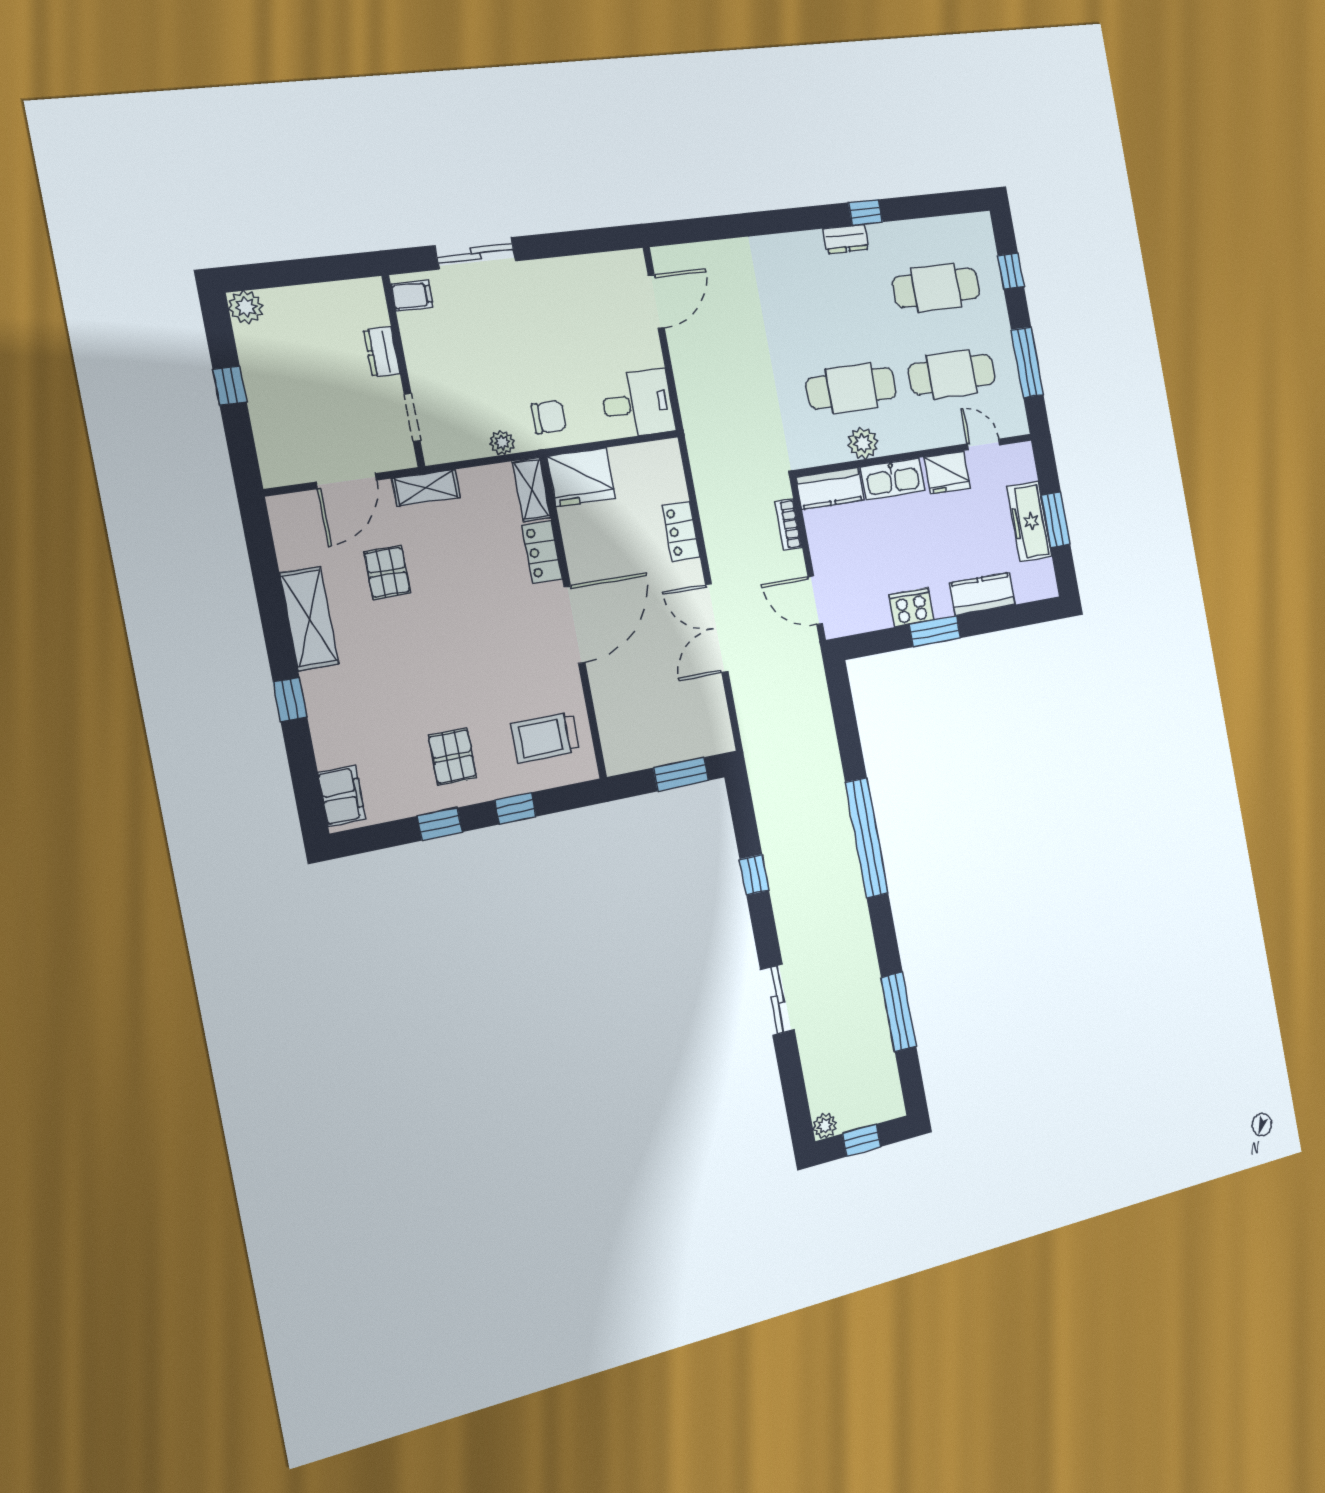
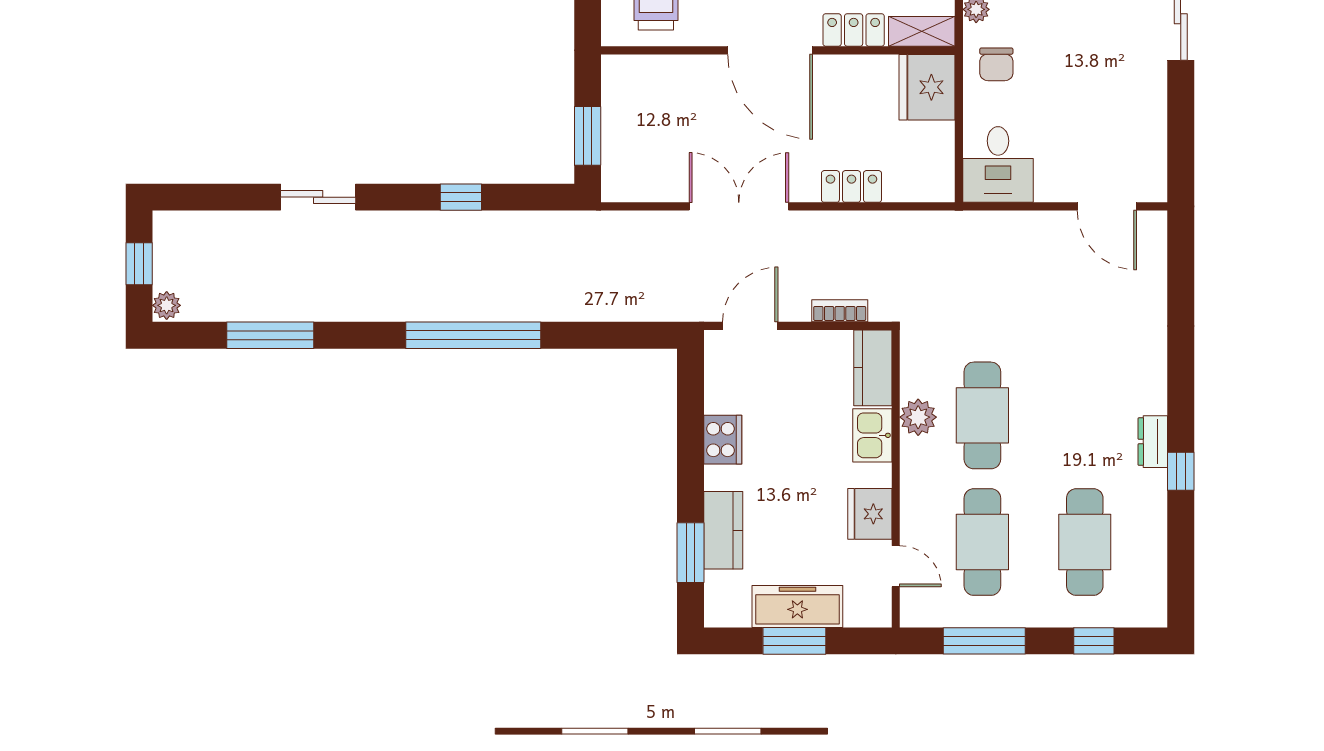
door: (984, 444) -> (896, 566), hinge flipped
kitchen sink: (893, 479) -> (872, 435), width x0.73
window: (935, 631) -> (691, 553), moved
plant: (825, 1126) -> (167, 305), moved

